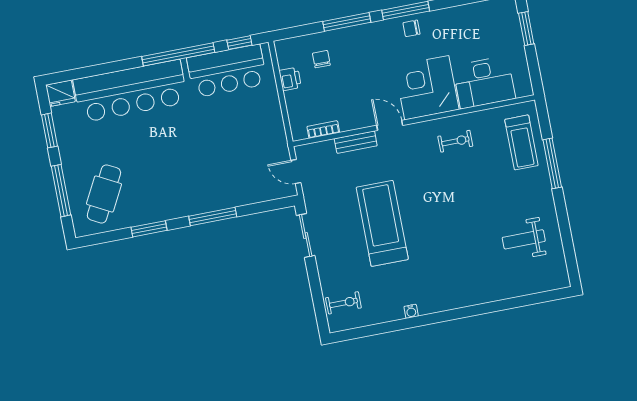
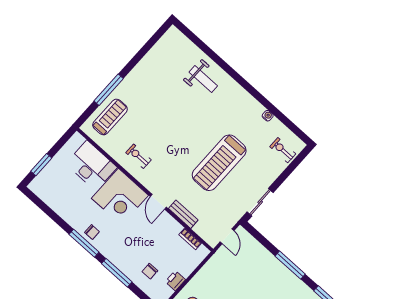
weight bench: (524, 239) -> (203, 79), moved
water cooler: (411, 311) -> (268, 116), moved

